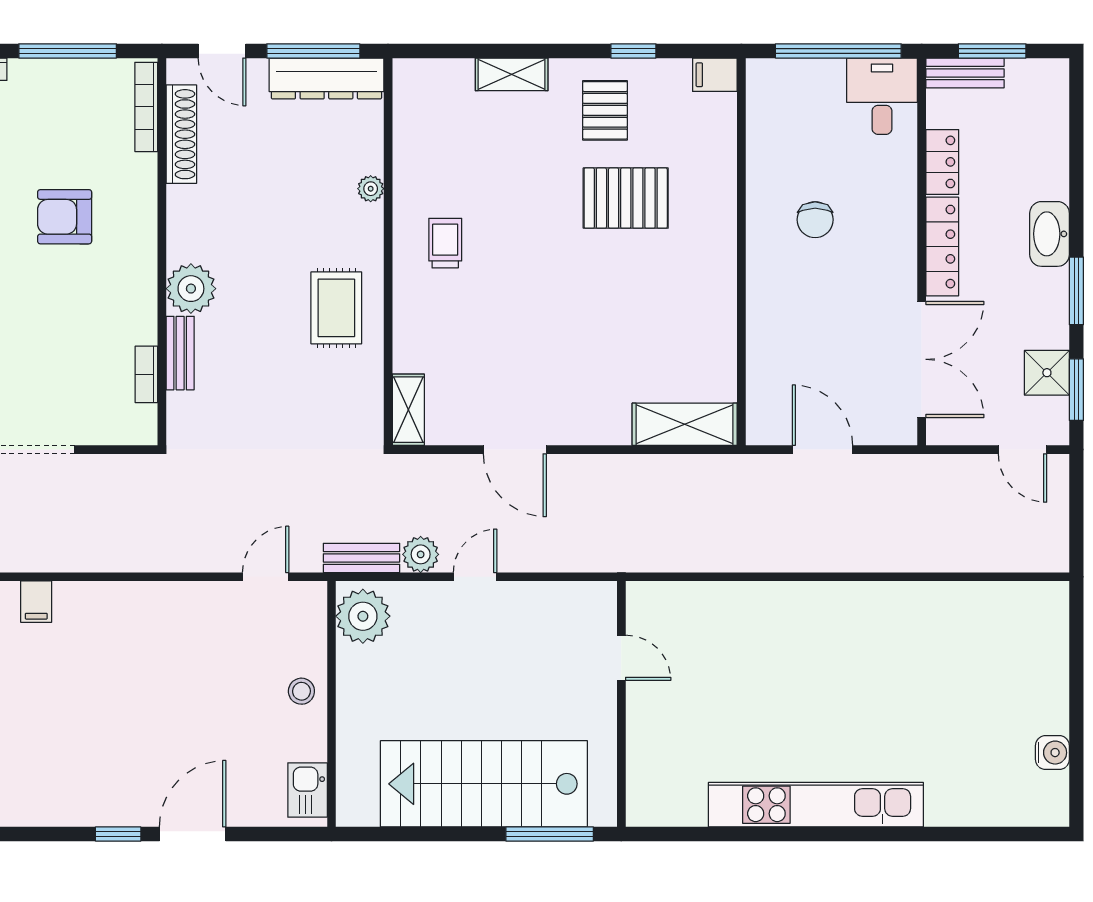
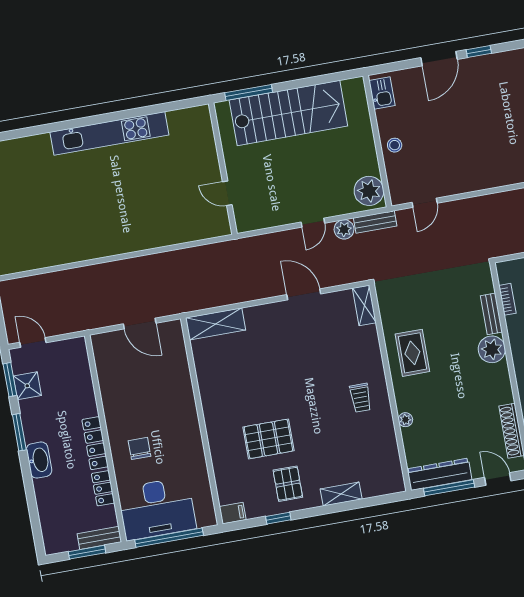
desk: (882, 96) -> (157, 509), width x1.87, depth x1.30
chair: (815, 220) -> (139, 448), moved
double door: (922, 359) -> (95, 381), removed

